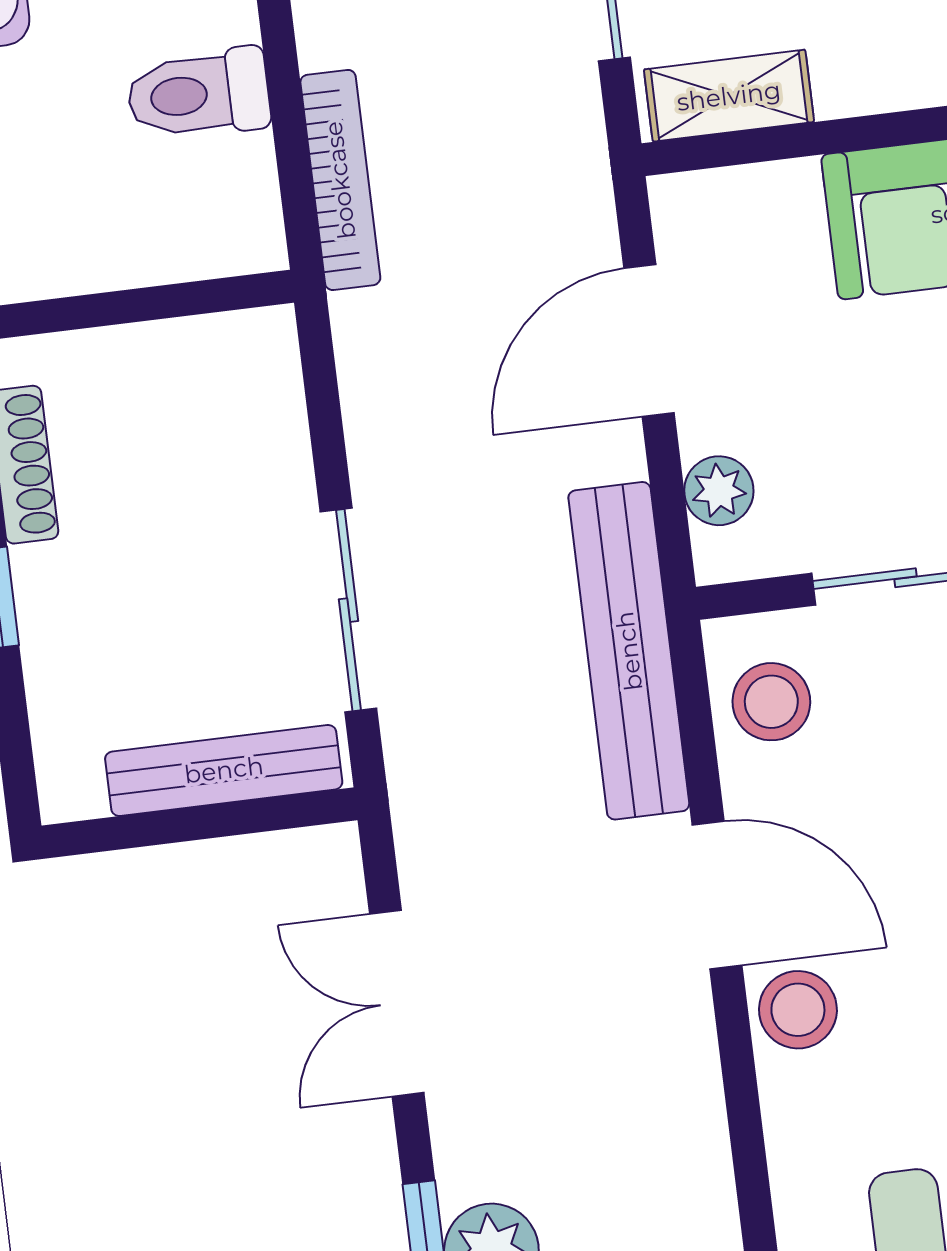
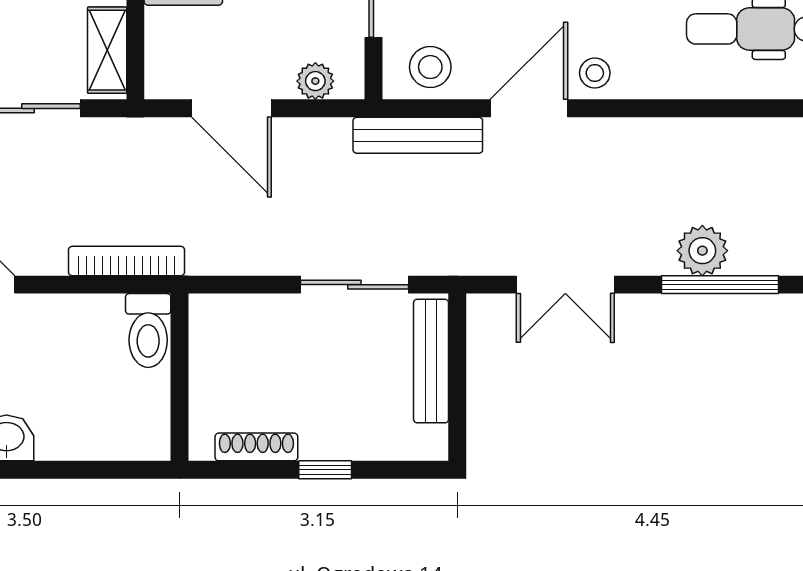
toilet: (198, 94) -> (148, 331), moved
bench: (629, 651) -> (418, 135), width x0.73, depth x0.82
stool: (798, 1010) -> (595, 73), width x0.73, depth x0.73

